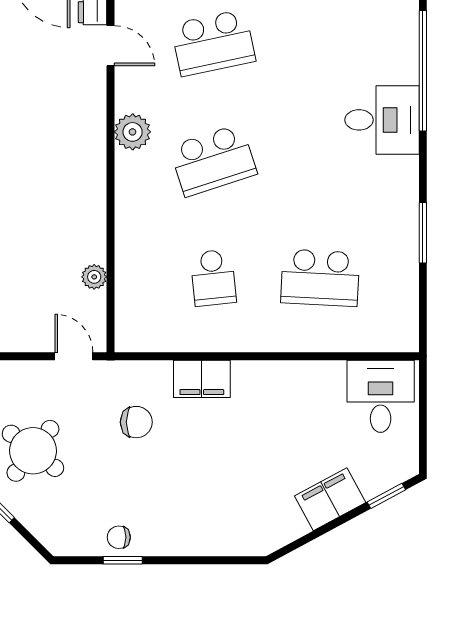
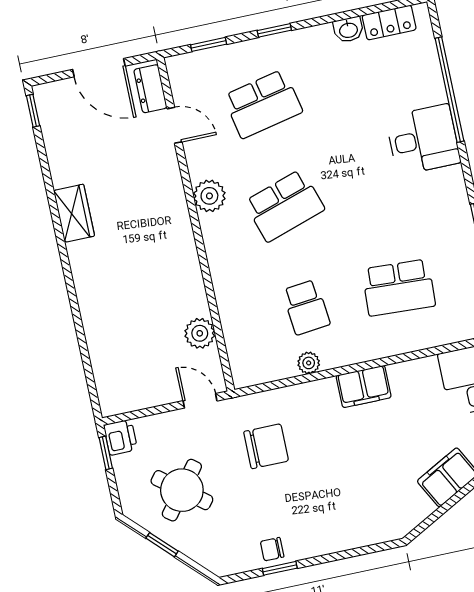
plant: (94, 277) -> (200, 333), width x1.38, depth x1.38
plant: (203, 340) -> (309, 363), added
filing cabinet: (202, 379) -> (364, 387), moved
chair: (136, 422) -> (266, 446), width x1.37, depth x1.37

